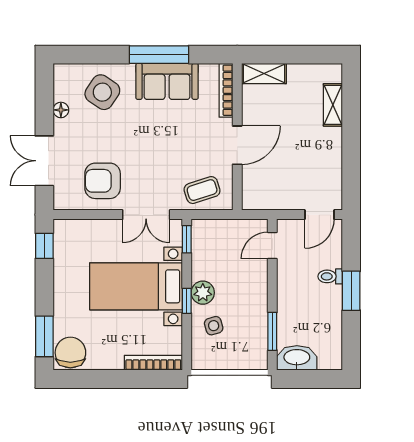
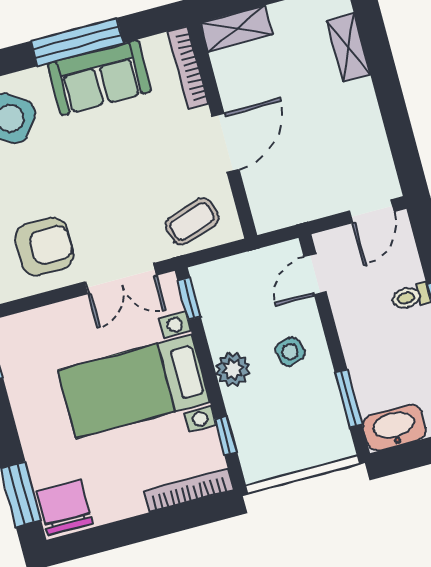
armchair: (103, 181) -> (45, 247), turned 180
window: (187, 301) -> (226, 436), moved
side table: (214, 326) -> (290, 352), moved

